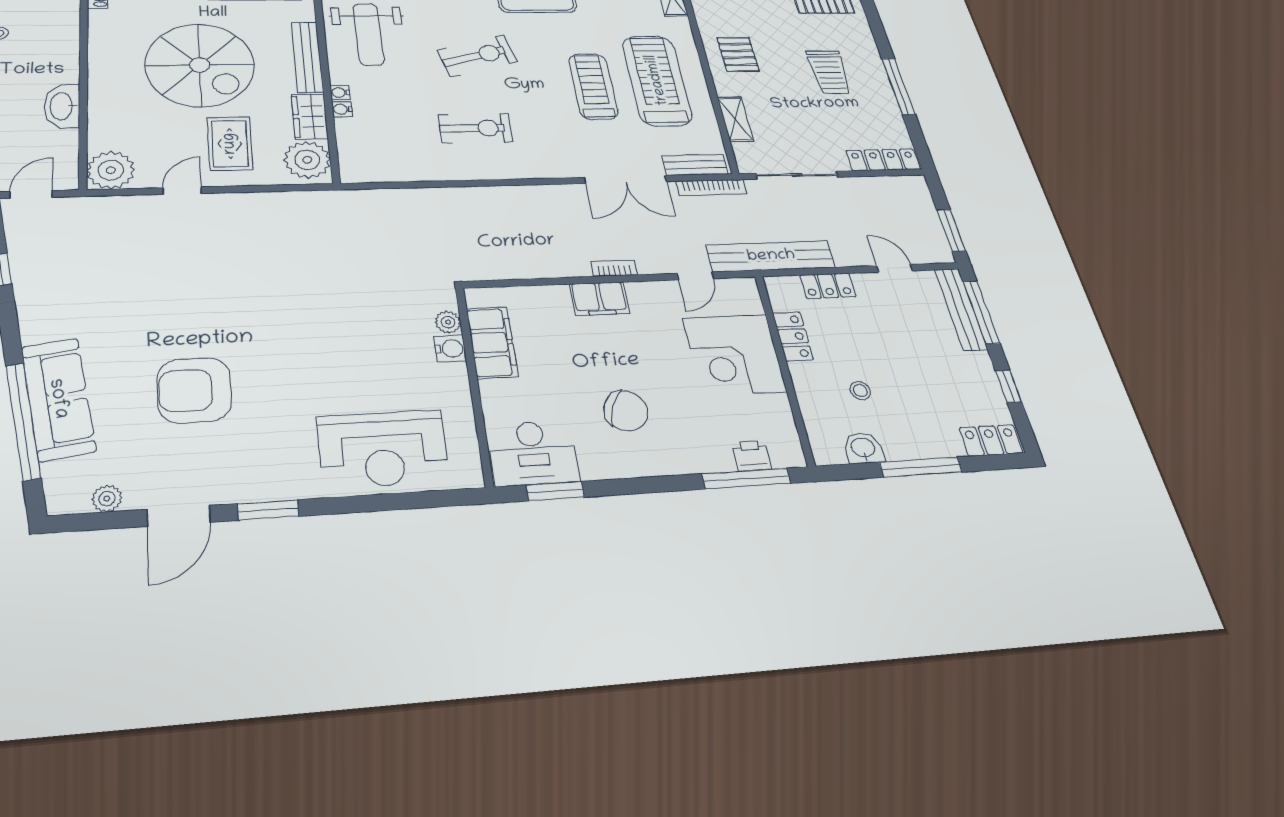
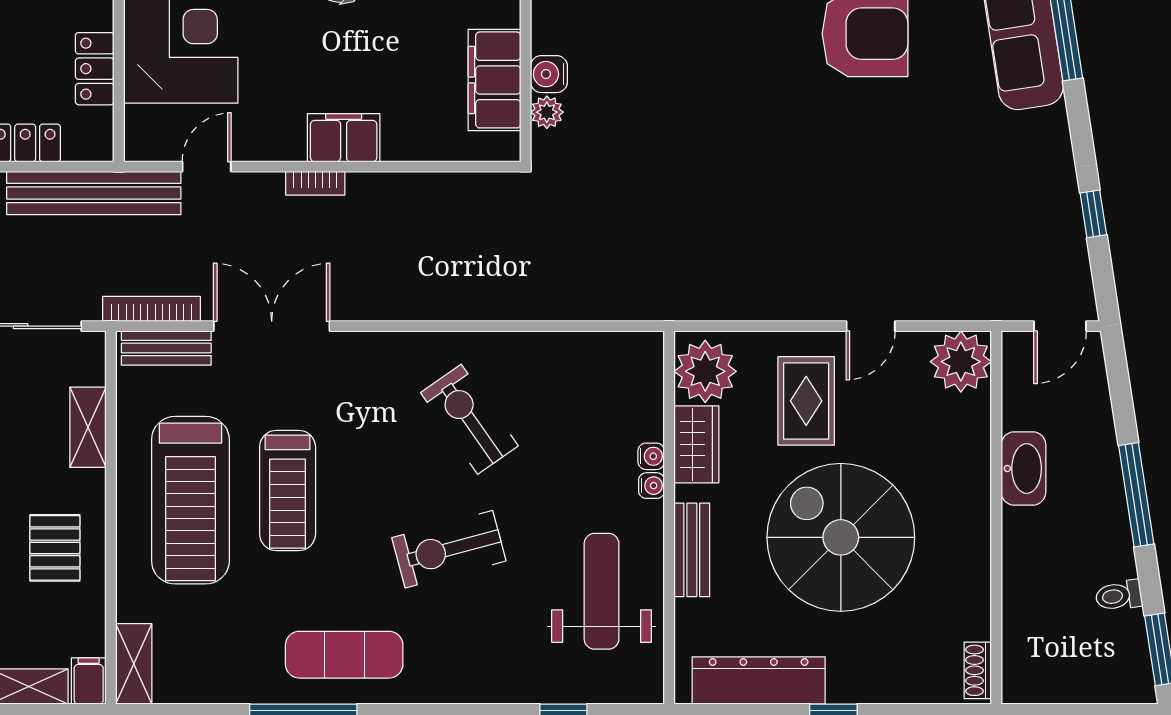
bench: (307, 57) -> (692, 550), width x0.73
exercise bike: (475, 128) -> (469, 419), turned 55

